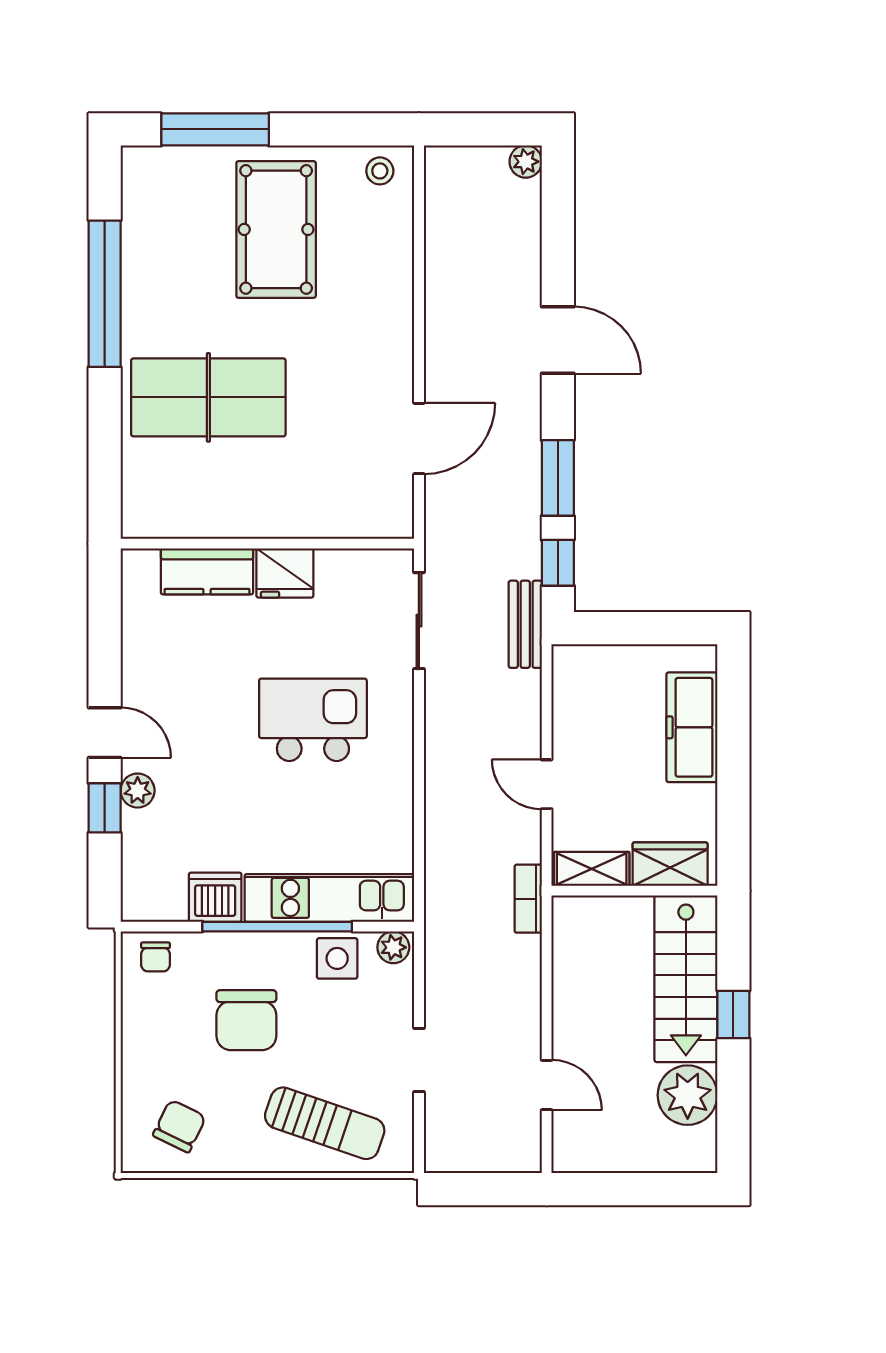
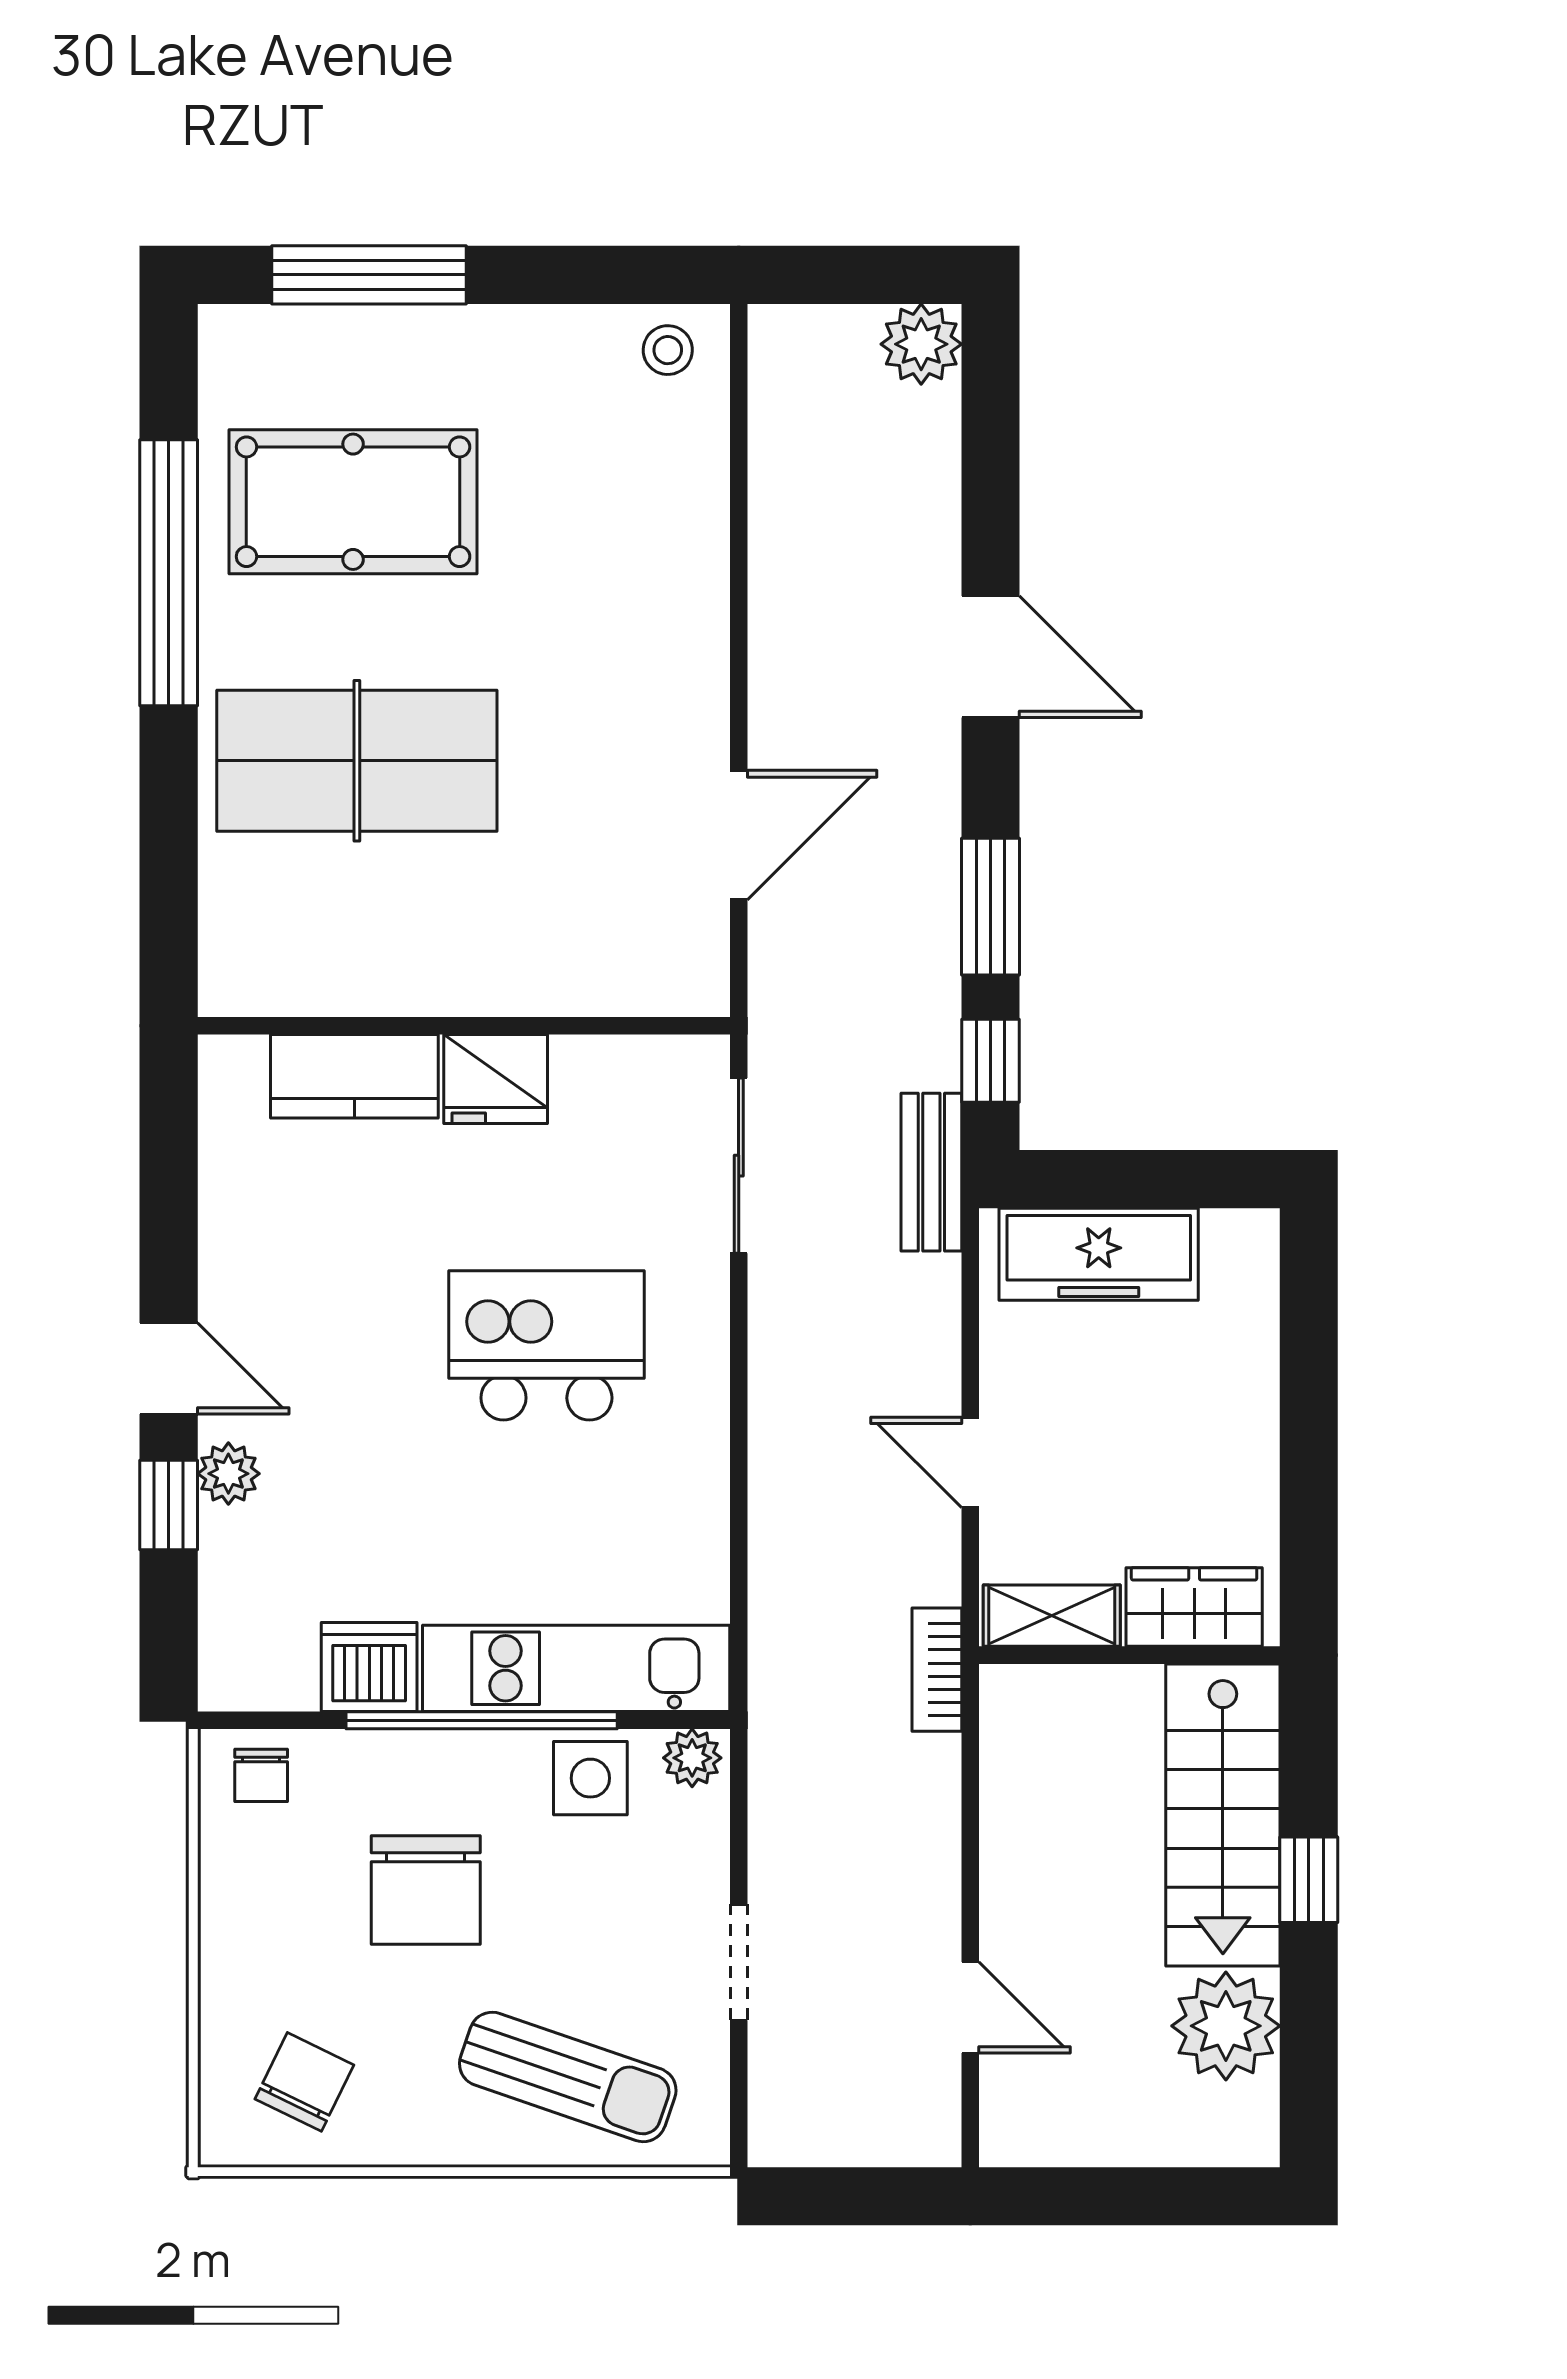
plant: (526, 162) -> (921, 344), width x1.38, depth x1.38
pool table: (276, 229) -> (353, 502), moved, turned 90
freezer: (692, 727) -> (1099, 1254), moved, turned -90

